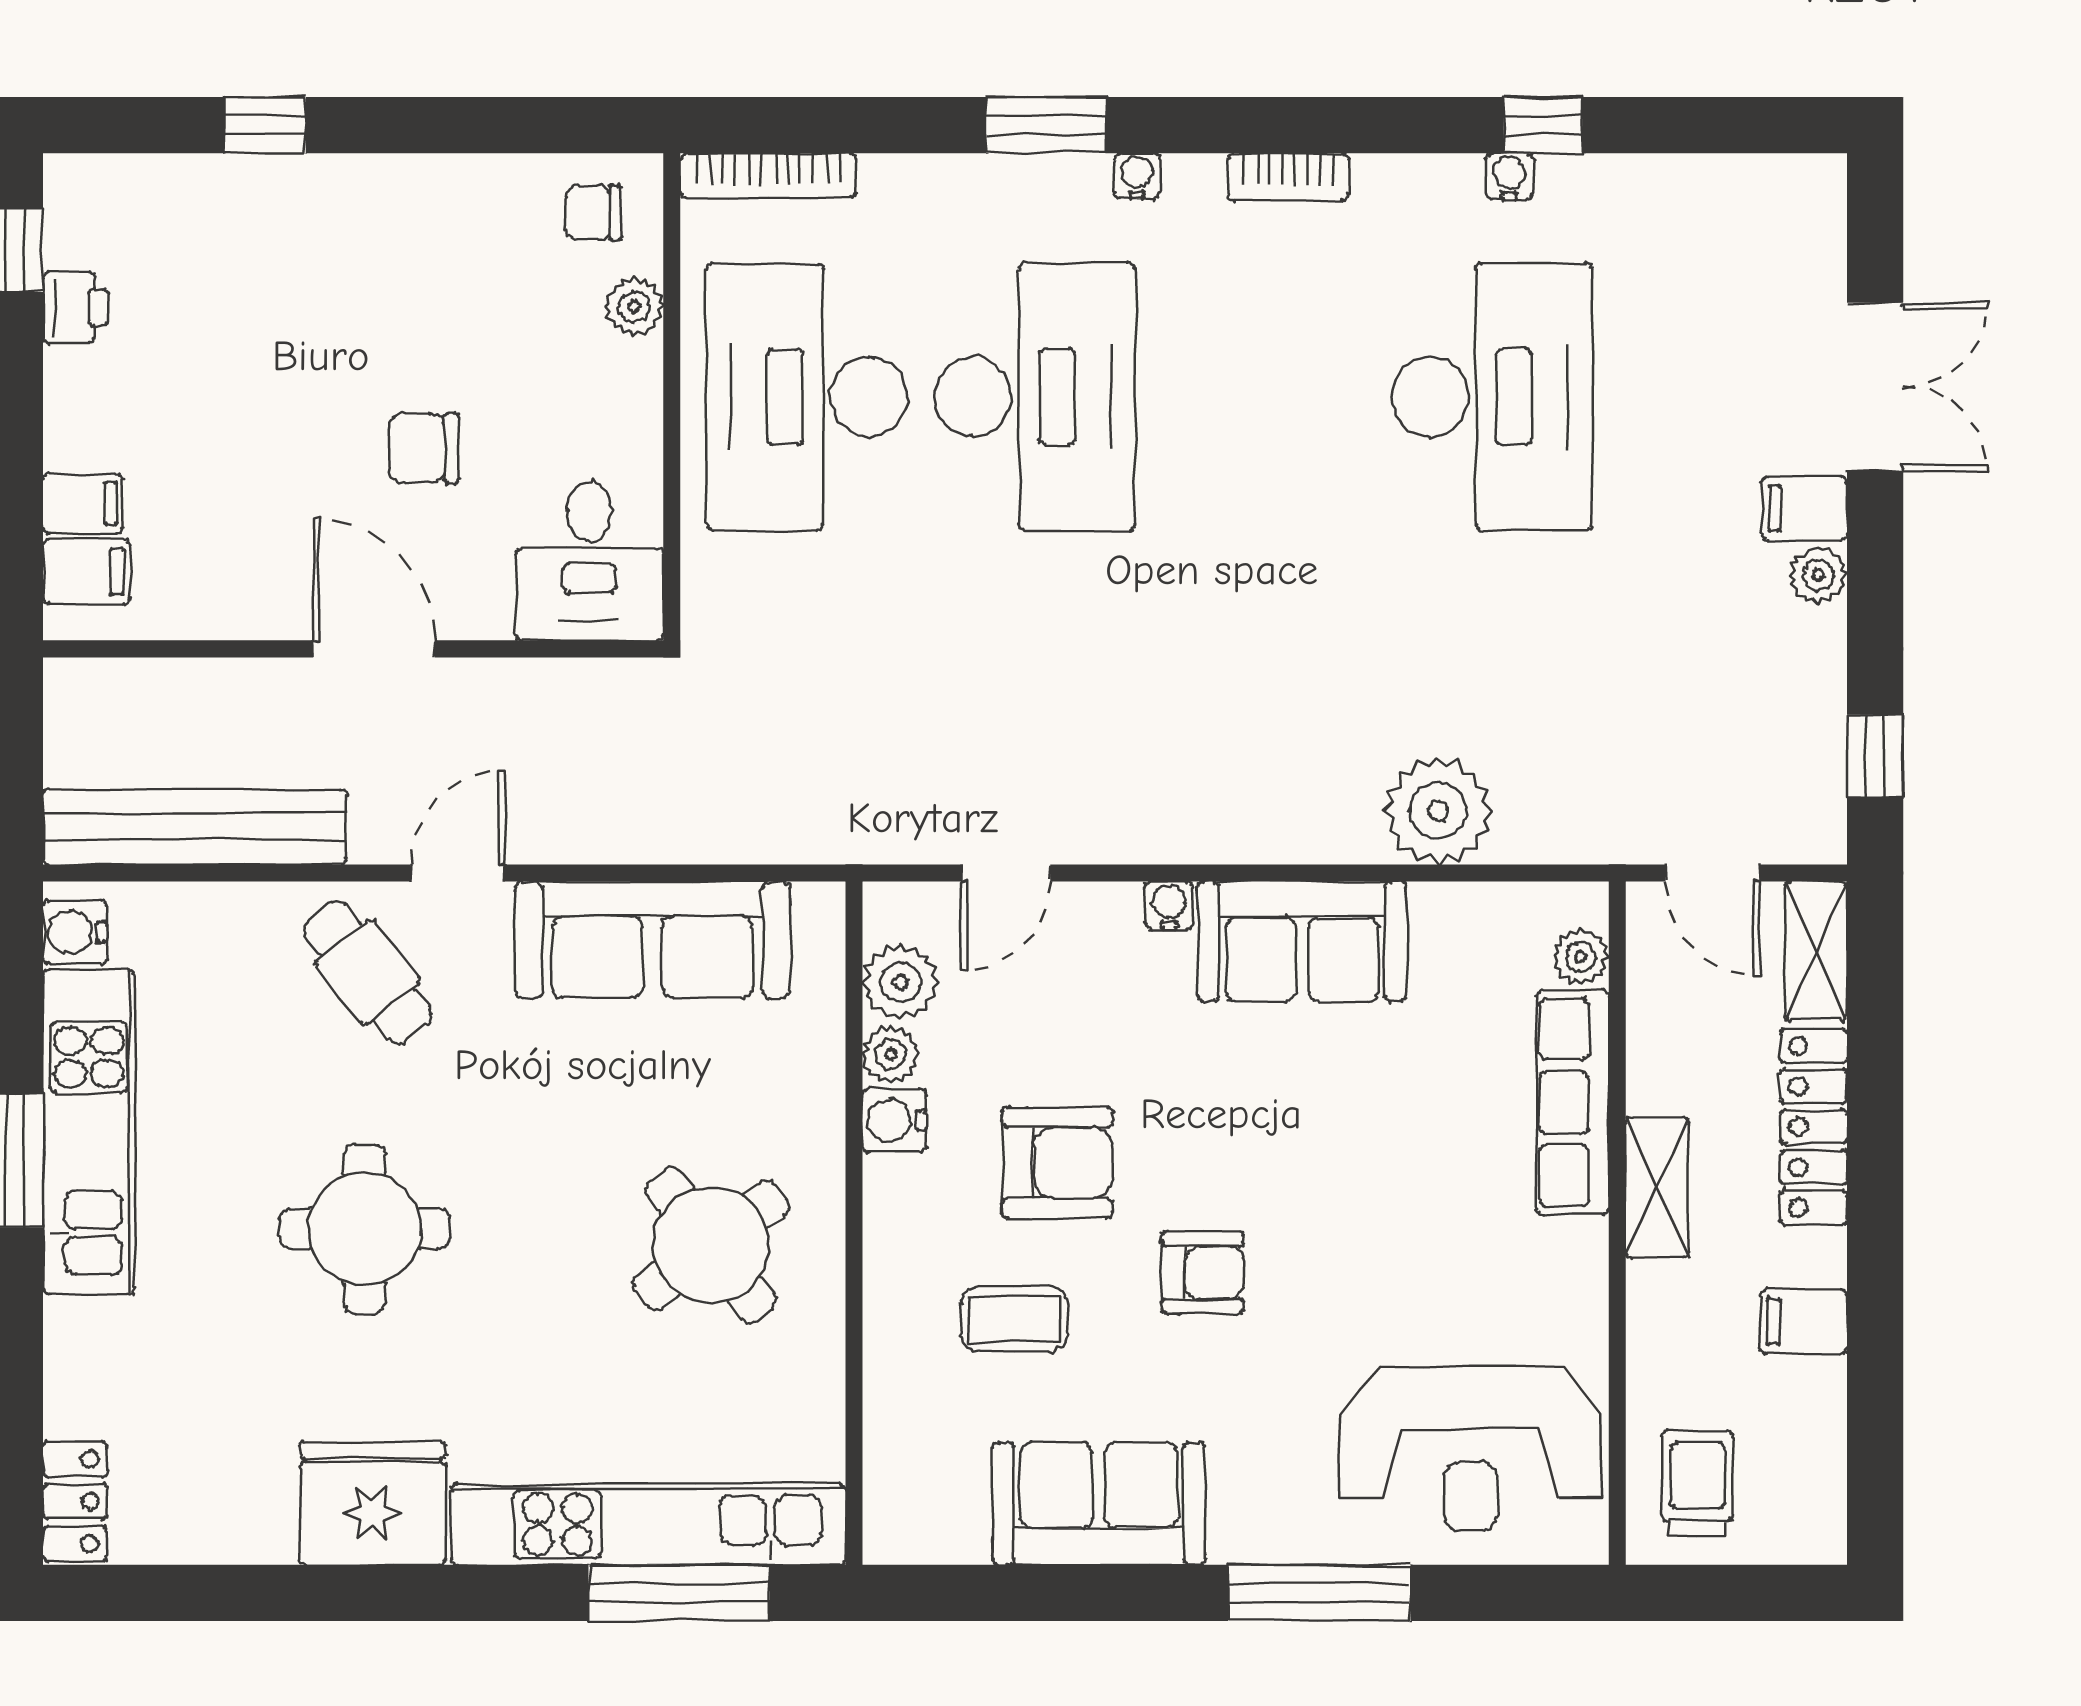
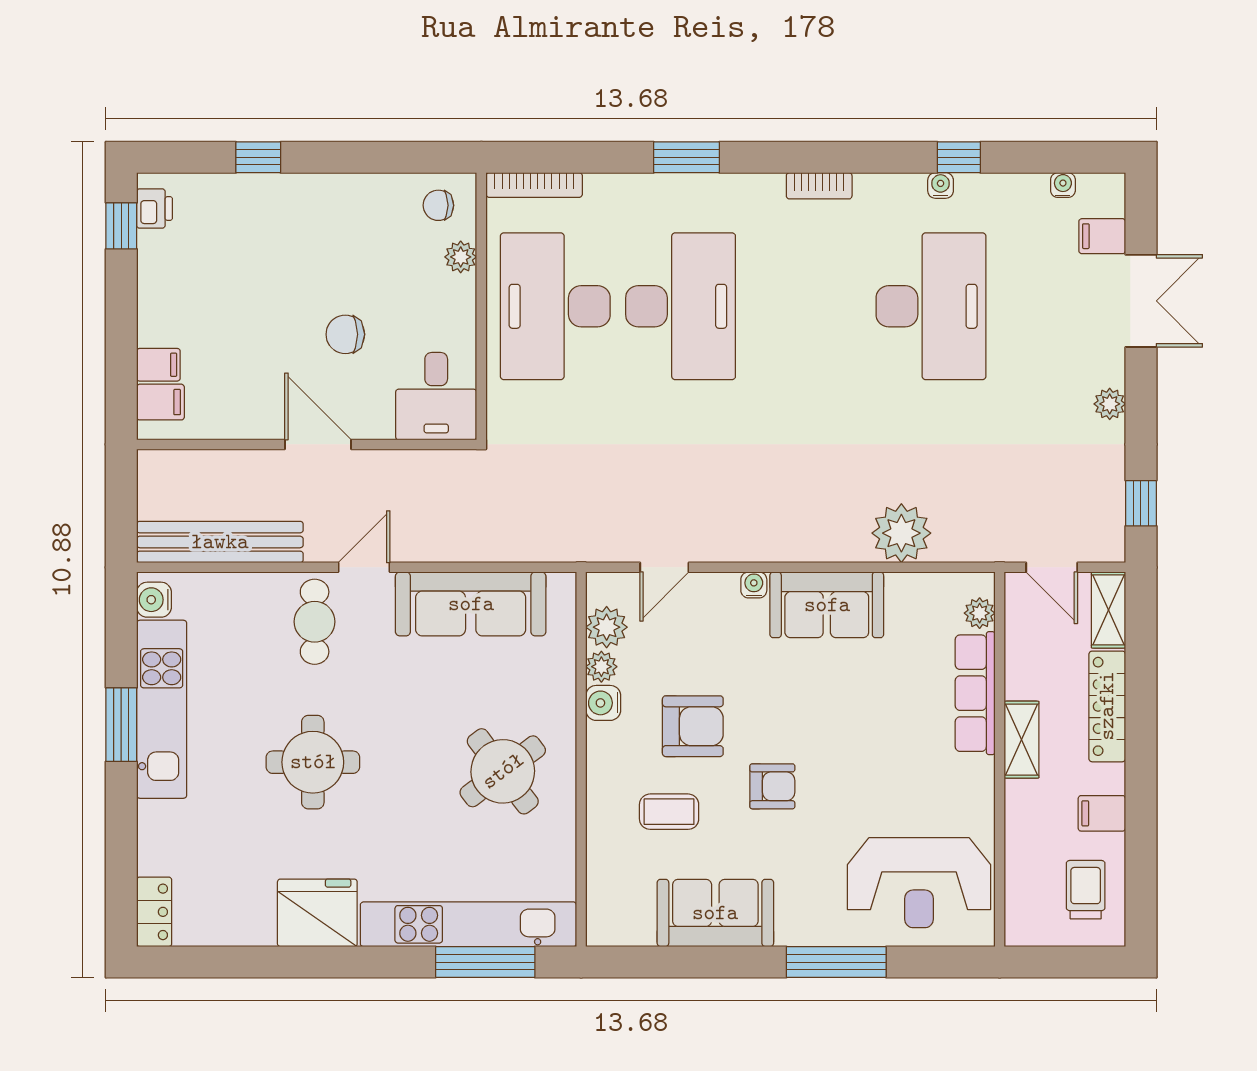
water cooler: (1137, 176) -> (1063, 185), moved
printer: (76, 308) -> (154, 209), moved
filing cabinet: (1804, 508) -> (1102, 236), moved
cafe table: (368, 972) -> (315, 622), turned 39
trolley: (1697, 1483) -> (1086, 890), moved

